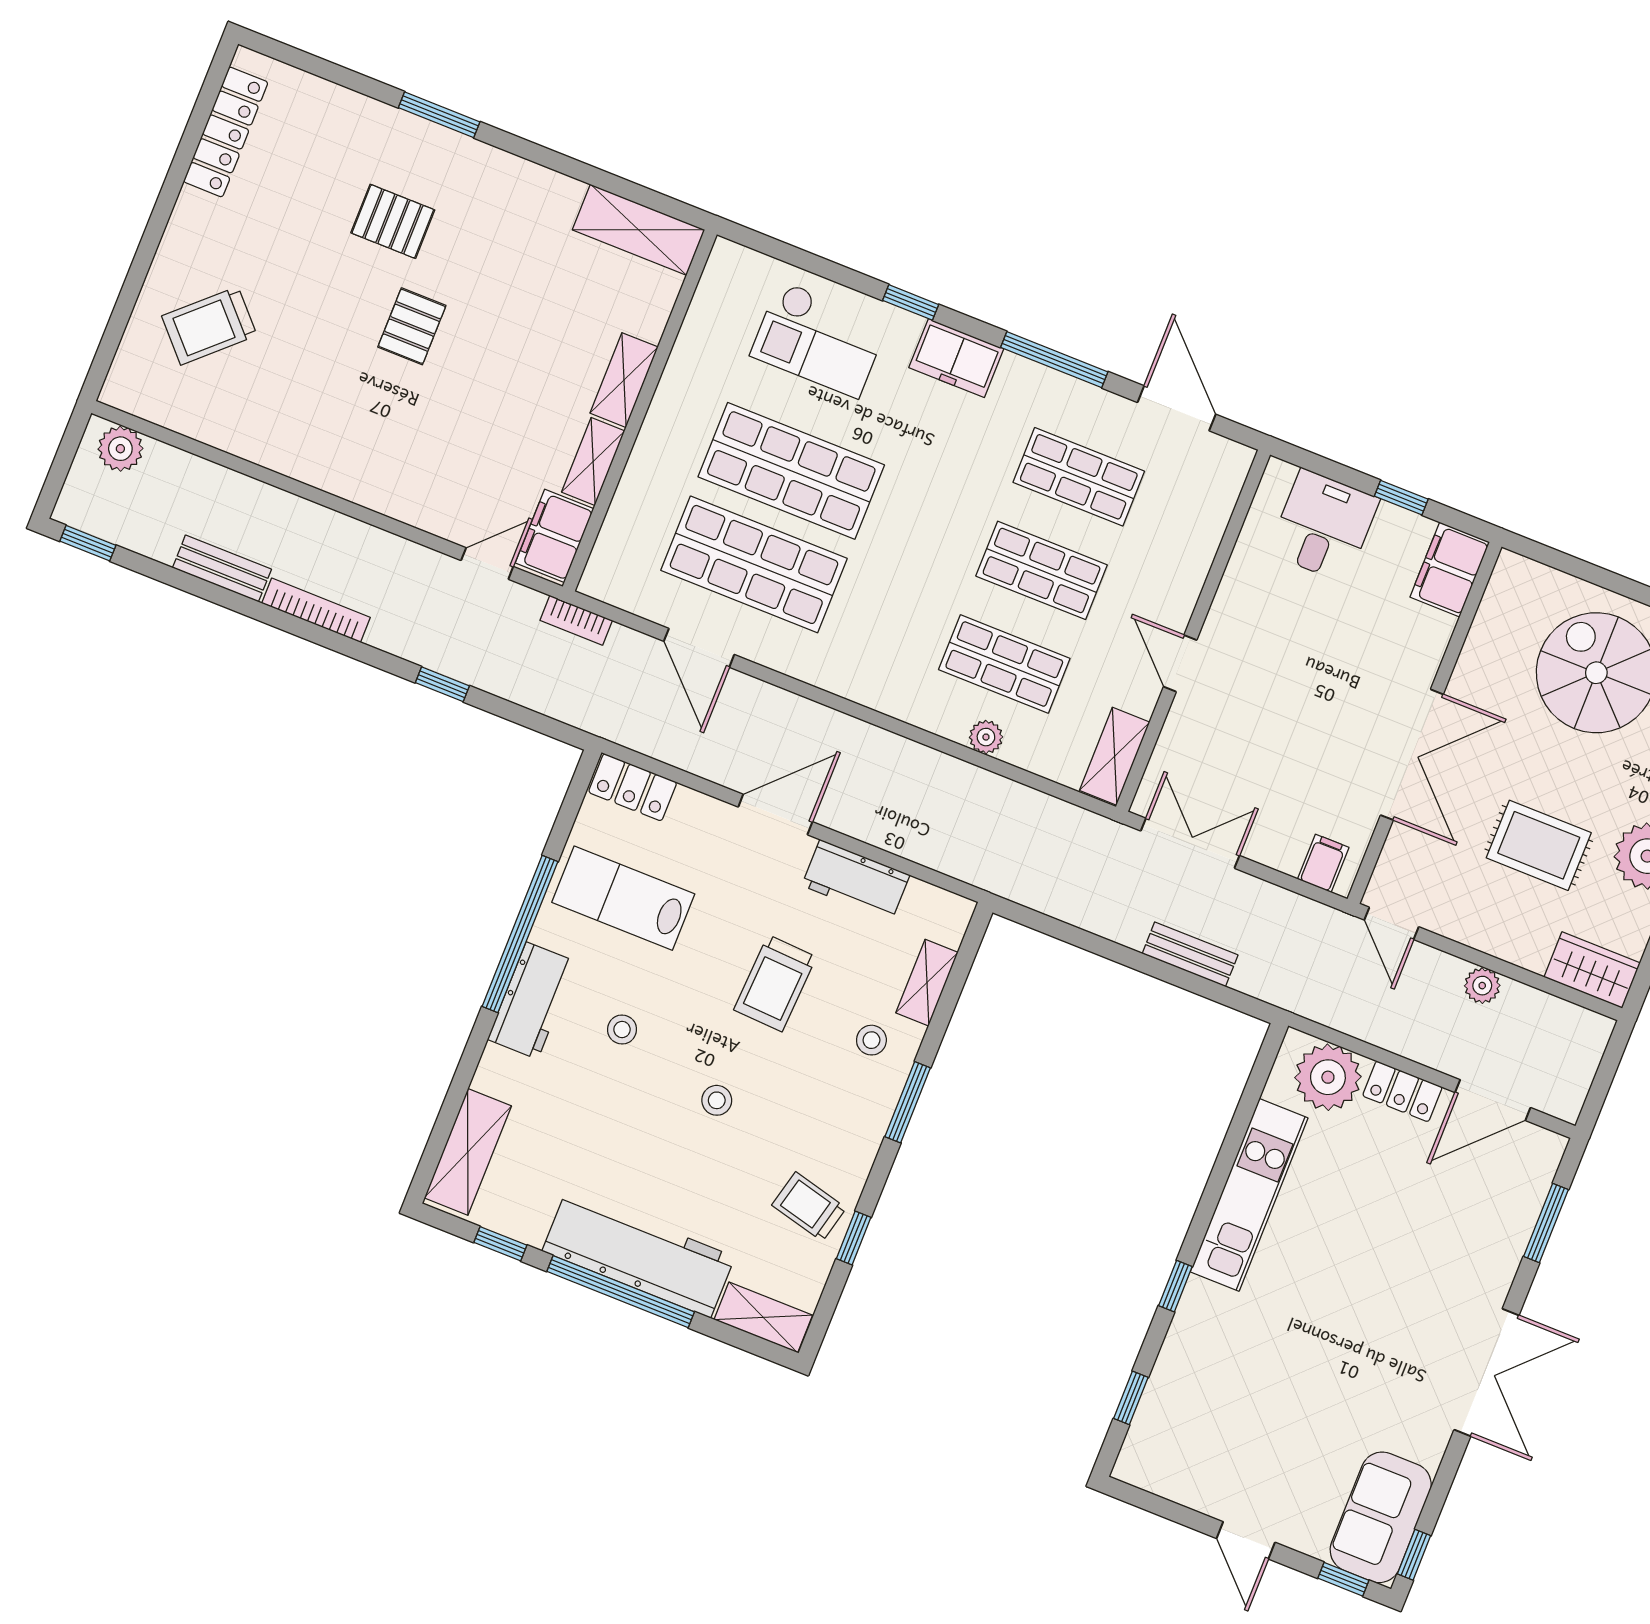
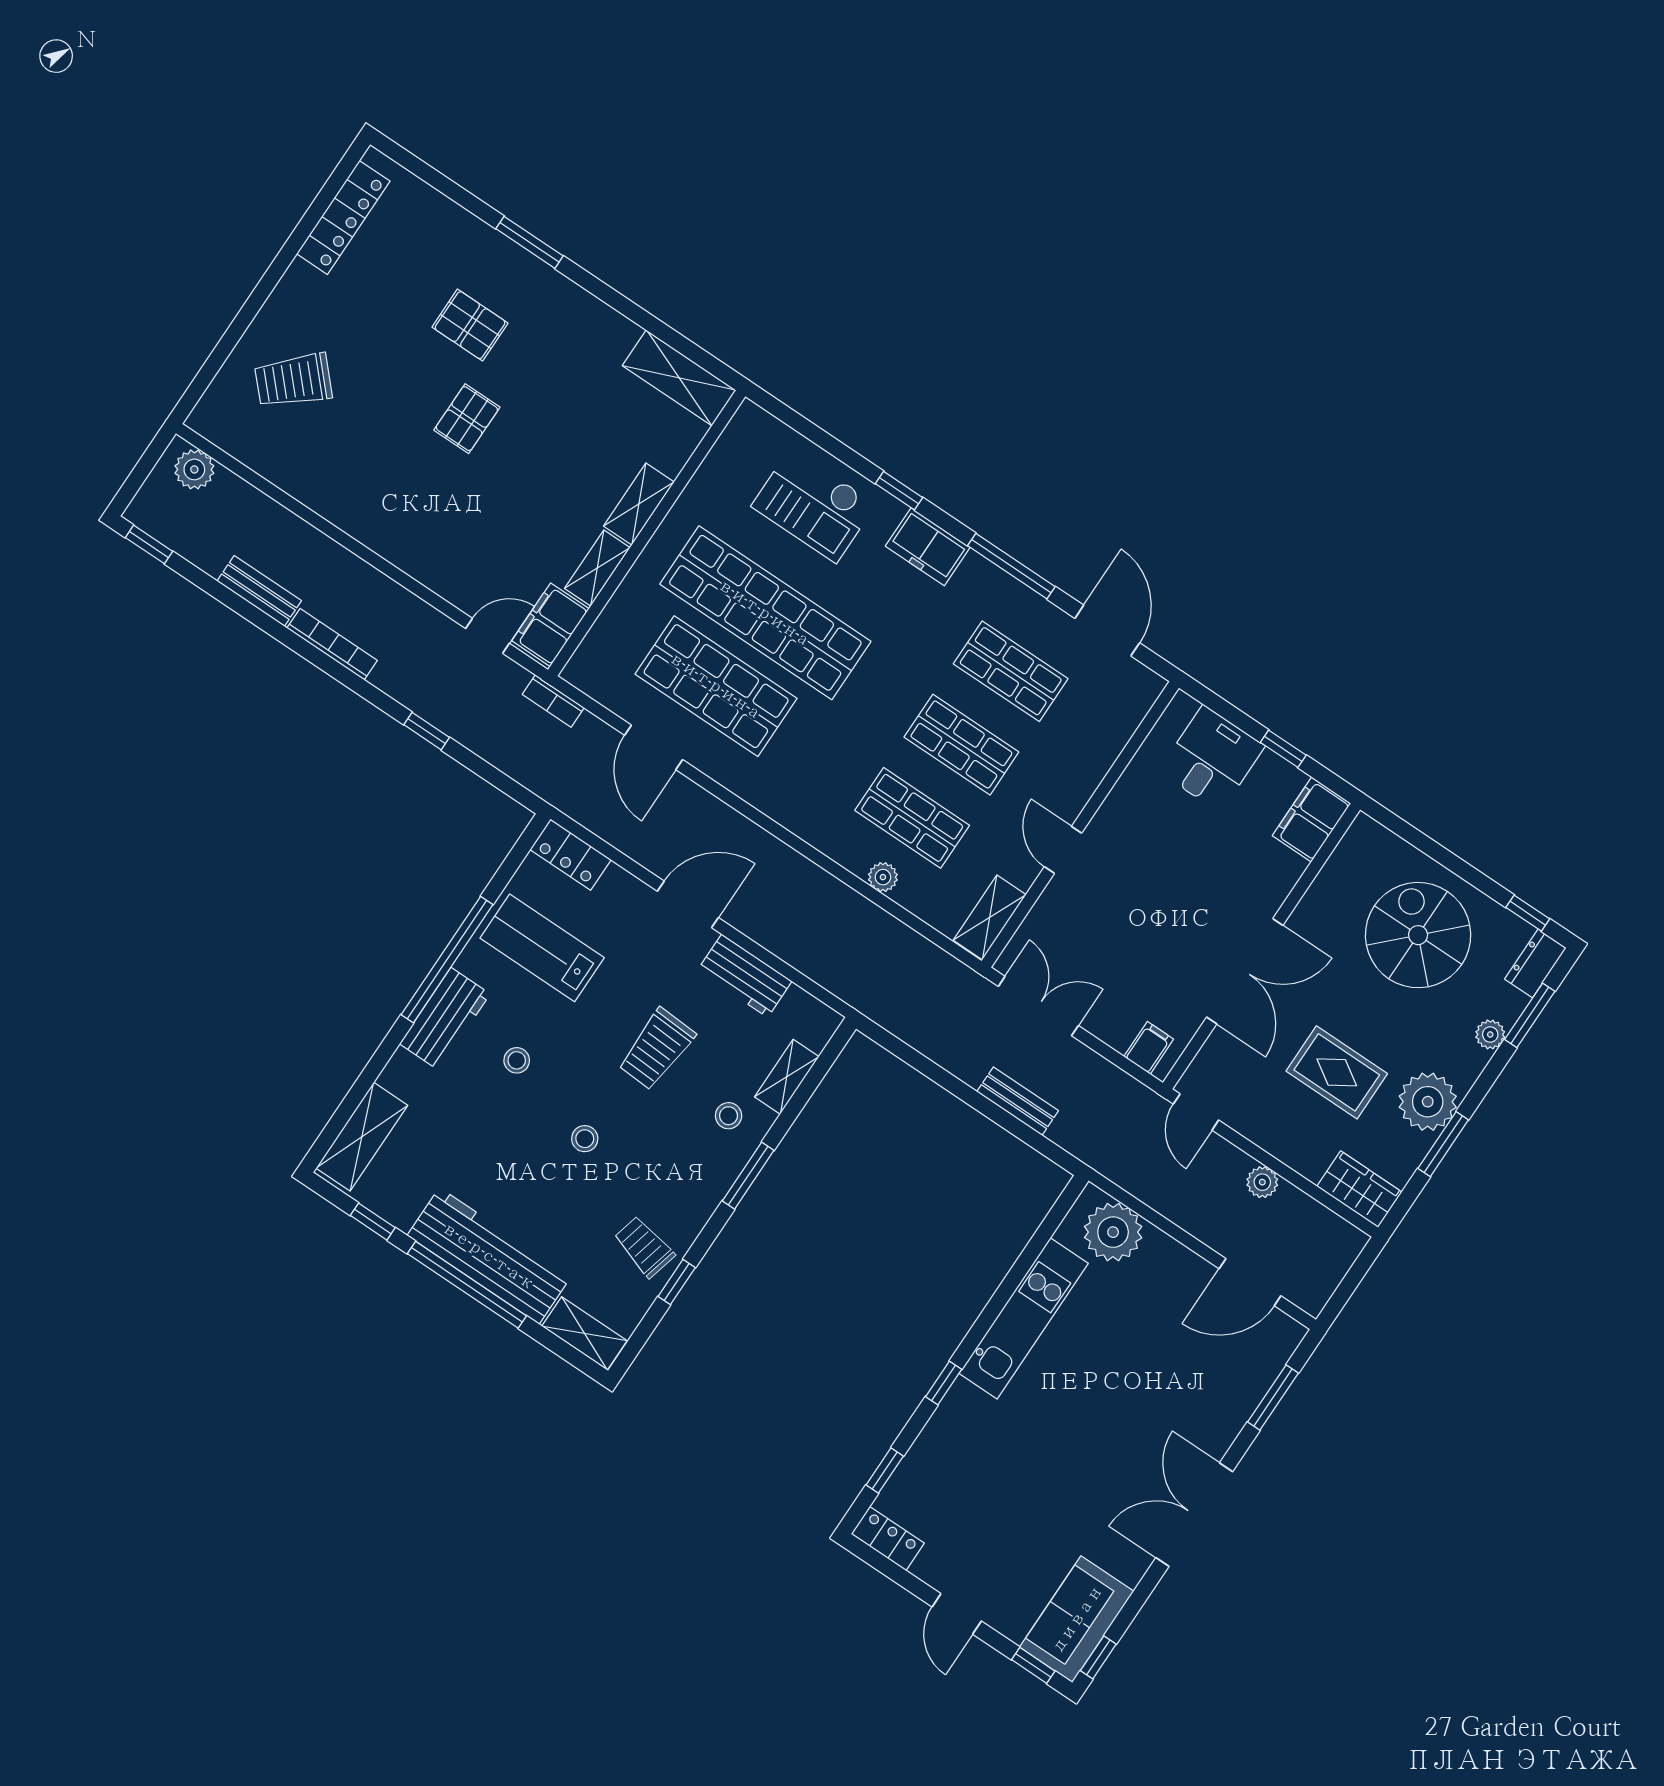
shop shelf: (791, 471) -> (765, 613), width x1.40
locker: (1402, 1091) -> (888, 1539), moved, turned 180
double door: (1487, 1372) -> (1194, 1515), swing flipped

